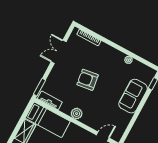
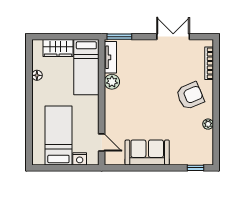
armchair: (88, 80) -> (190, 96), moved, turned 75
sofa: (133, 96) -> (147, 152), moved
plant: (77, 114) -> (112, 82), moved

